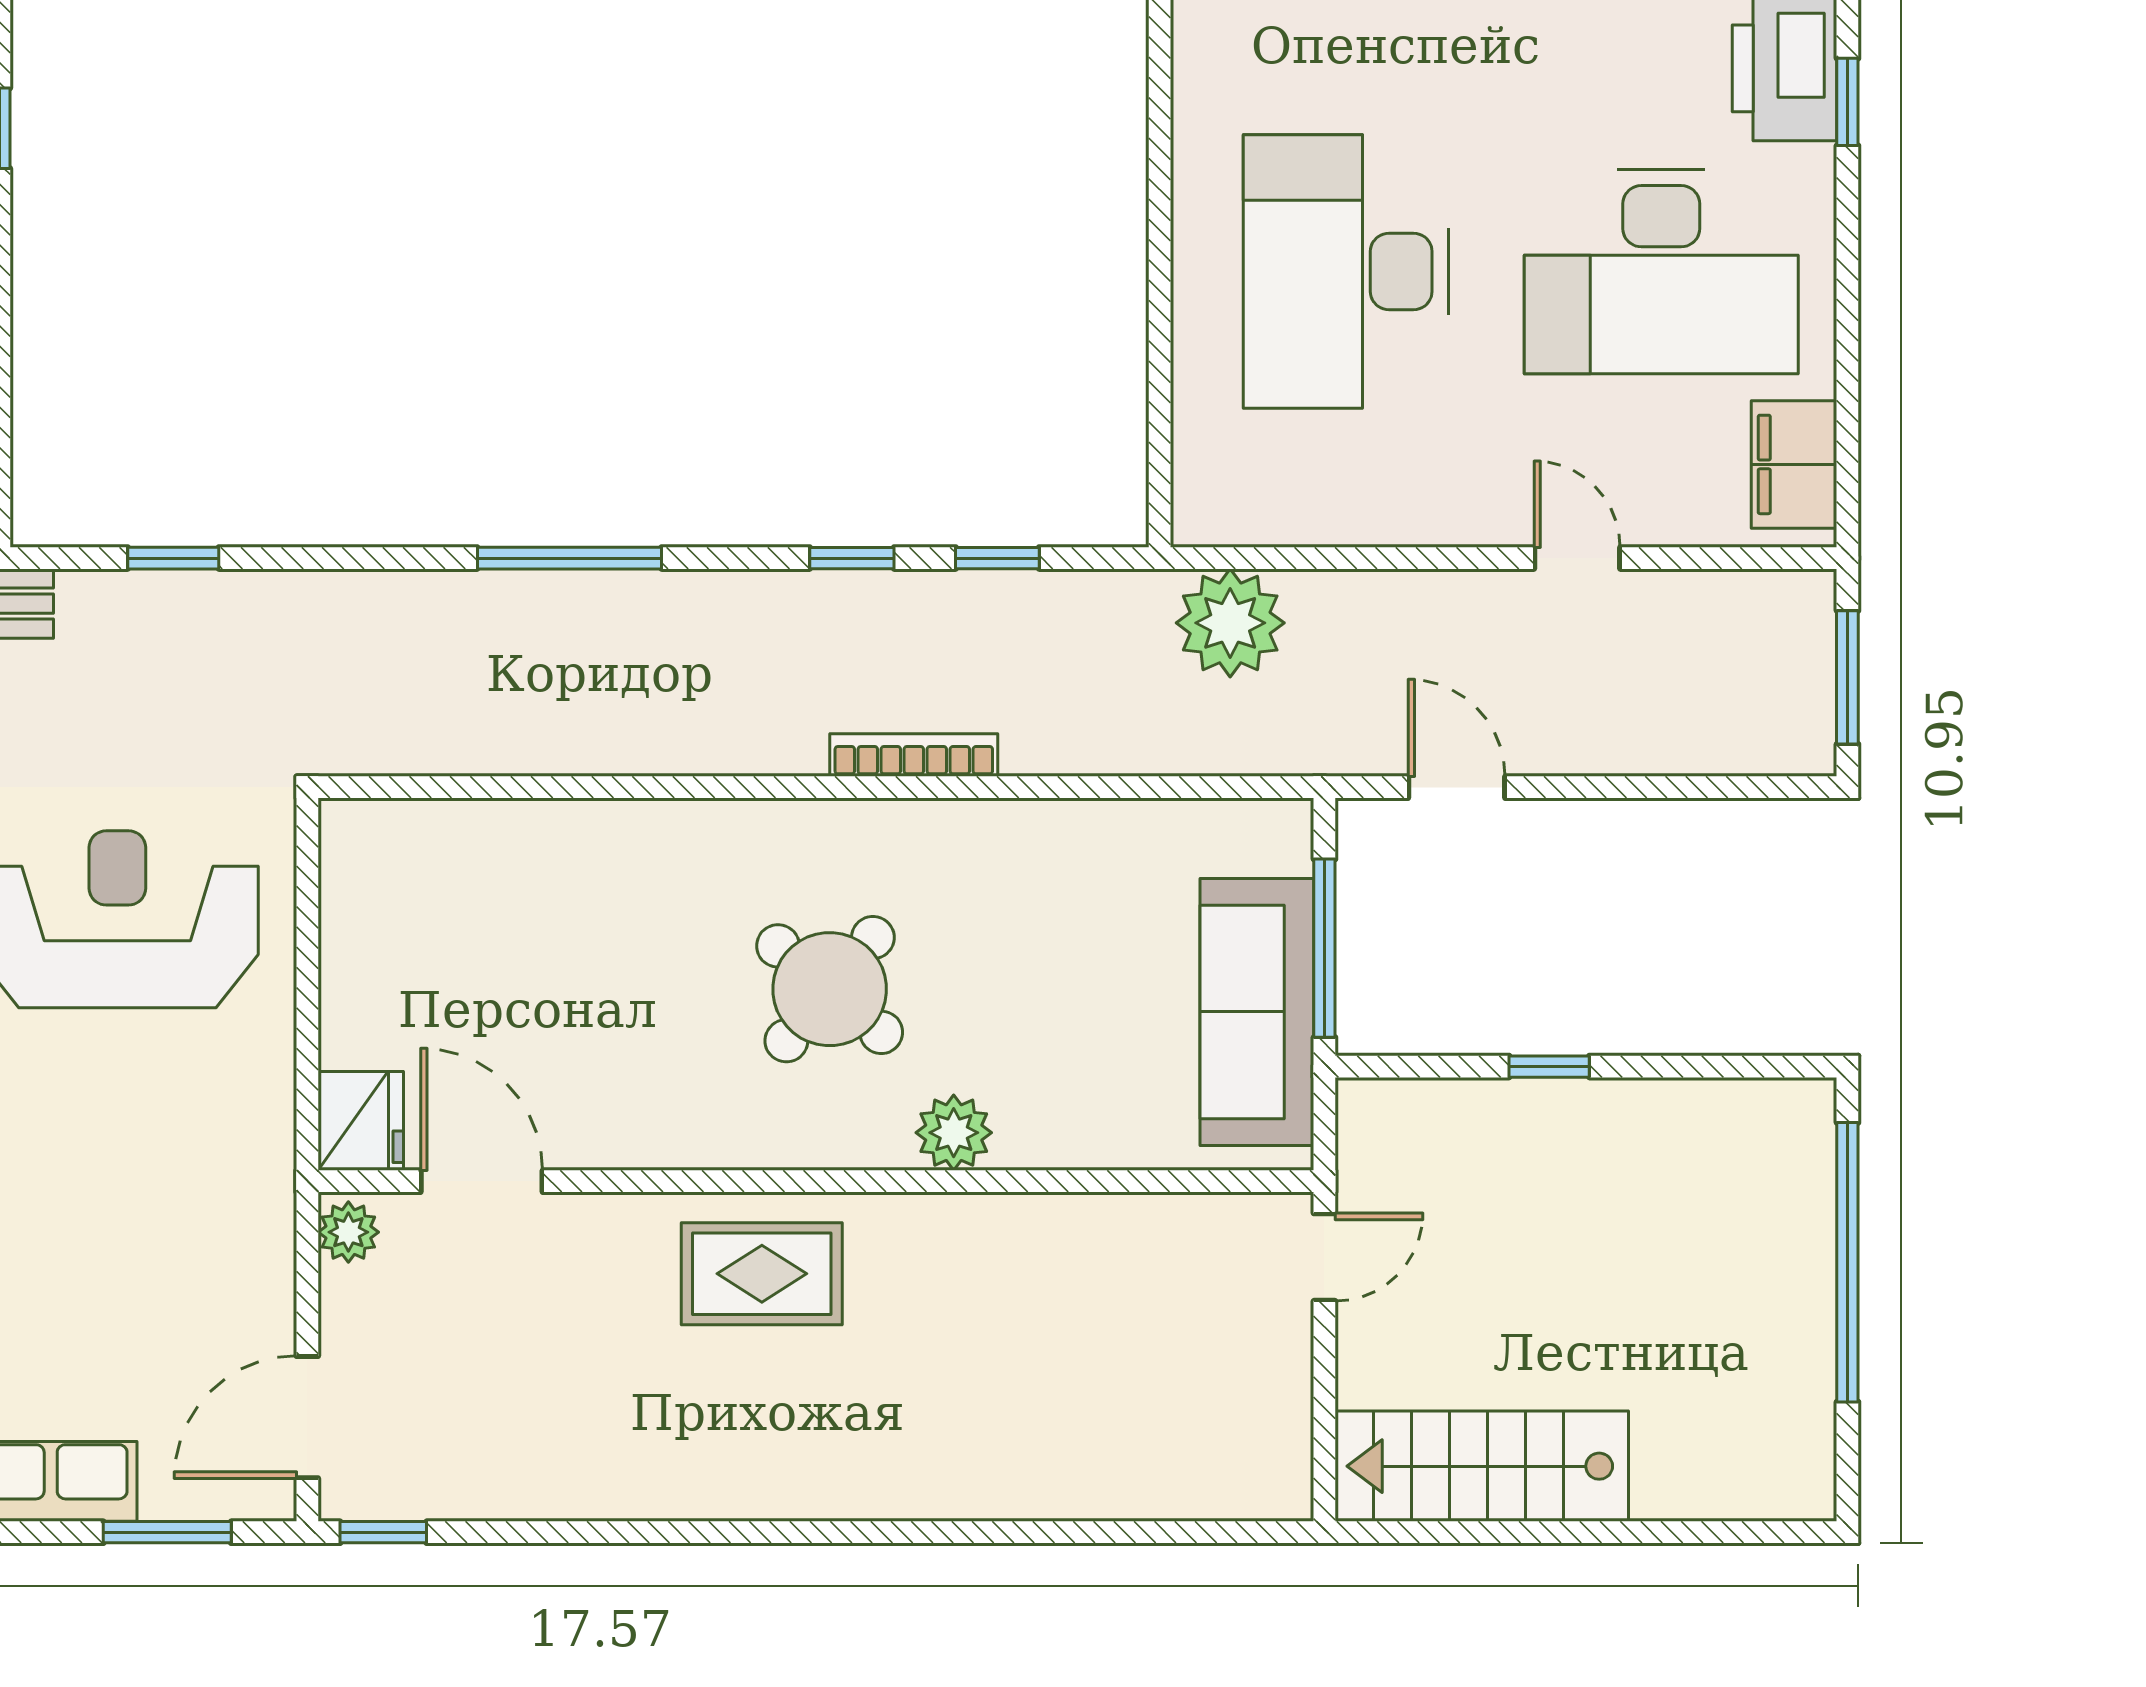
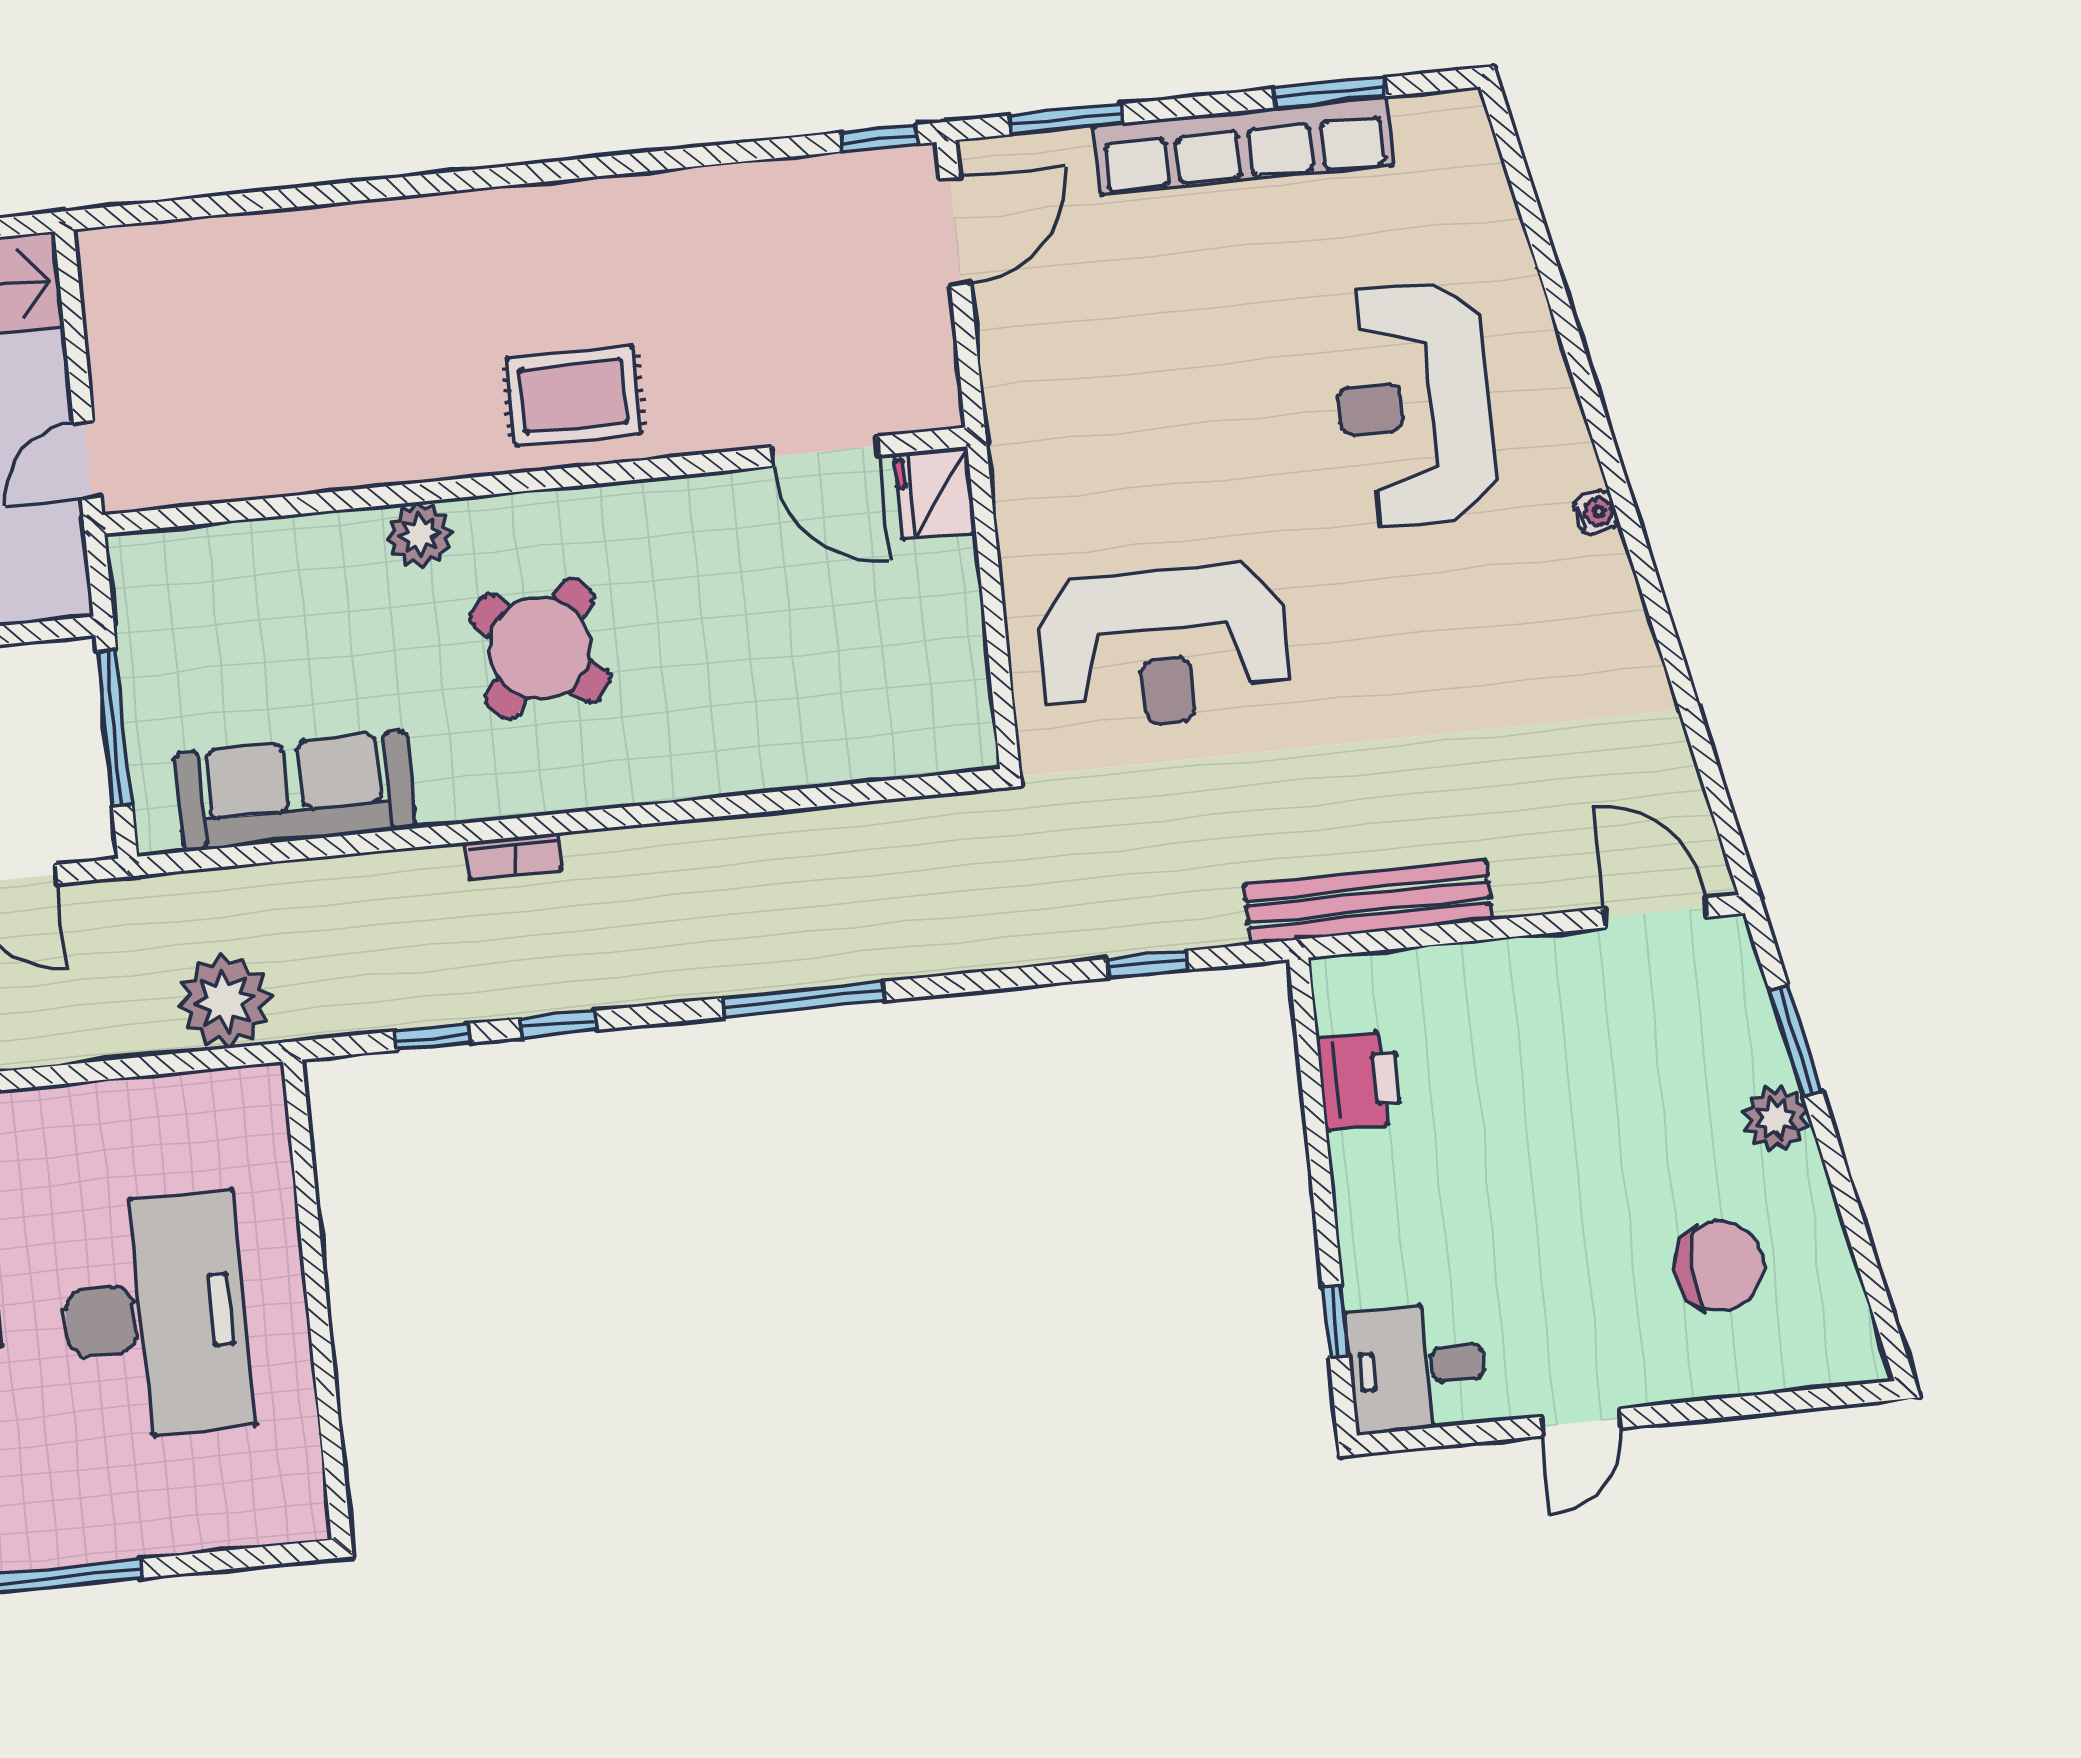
bookcase: (914, 755) -> (514, 856), width x0.64
sofa: (1257, 1012) -> (295, 791), moved, turned -90
plant: (348, 1232) -> (936, 395), removed

